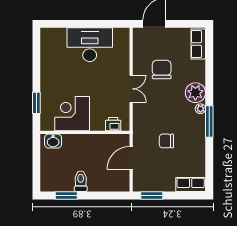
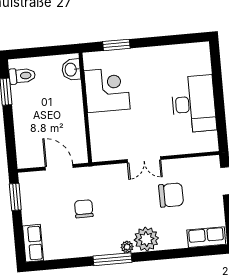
printer: (113, 124) -> (99, 141), removed
toilet: (81, 181) -> (22, 76), moved

